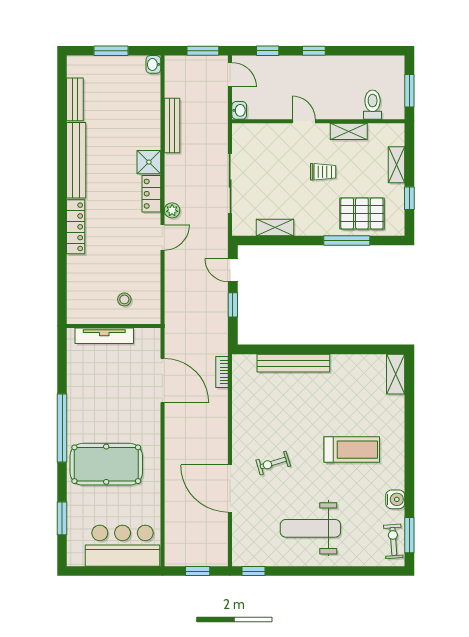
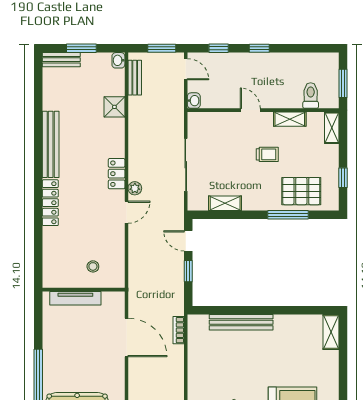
bench: (75, 99) -> (61, 60), moved, turned 90
bench: (172, 125) -> (135, 78), moved, width x0.73
shower: (149, 162) -> (114, 107), moved
shelving: (397, 165) -> (332, 128), moved

